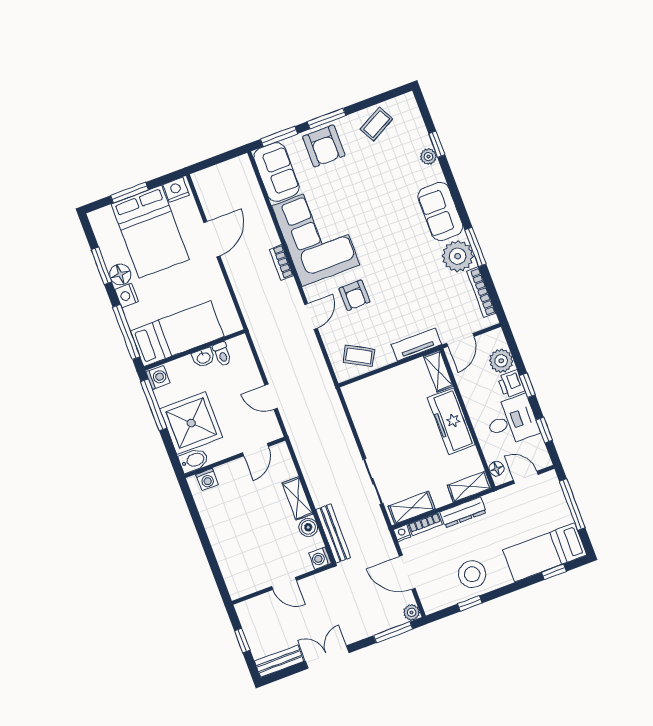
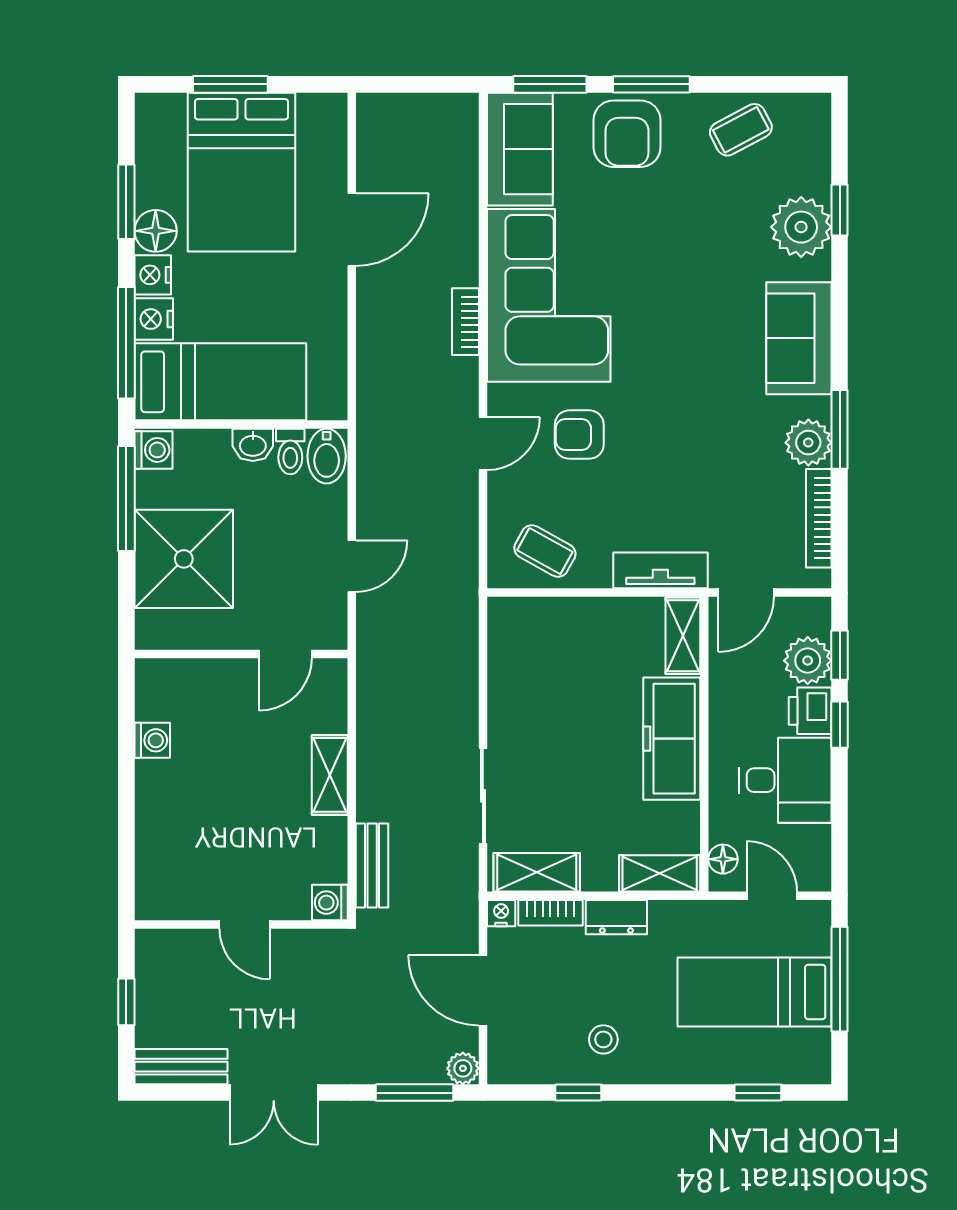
plant: (428, 157) -> (801, 227), width x1.88, depth x1.88
nightstand: (176, 190) -> (154, 319), moved, turned -90
plant: (458, 256) -> (808, 443), width x0.73, depth x0.73
armchair: (354, 295) -> (579, 435), turned 91
door: (271, 397) -> (352, 566), swing flipped
window: (544, 430) -> (840, 655), moved
bidet: (194, 460) -> (327, 456), moved, turned 90
washing machine: (207, 480) -> (152, 740), moved, turned -90
dresser: (463, 512) -> (616, 917), width x0.70
boiler: (308, 527) -> (329, 836), removed
bench: (333, 533) -> (372, 866), width x0.73
bed: (545, 552) -> (754, 992), moved
stool: (472, 574) -> (603, 1039), width x0.53, depth x0.53
double door: (327, 657) -> (274, 1093), swing flipped

